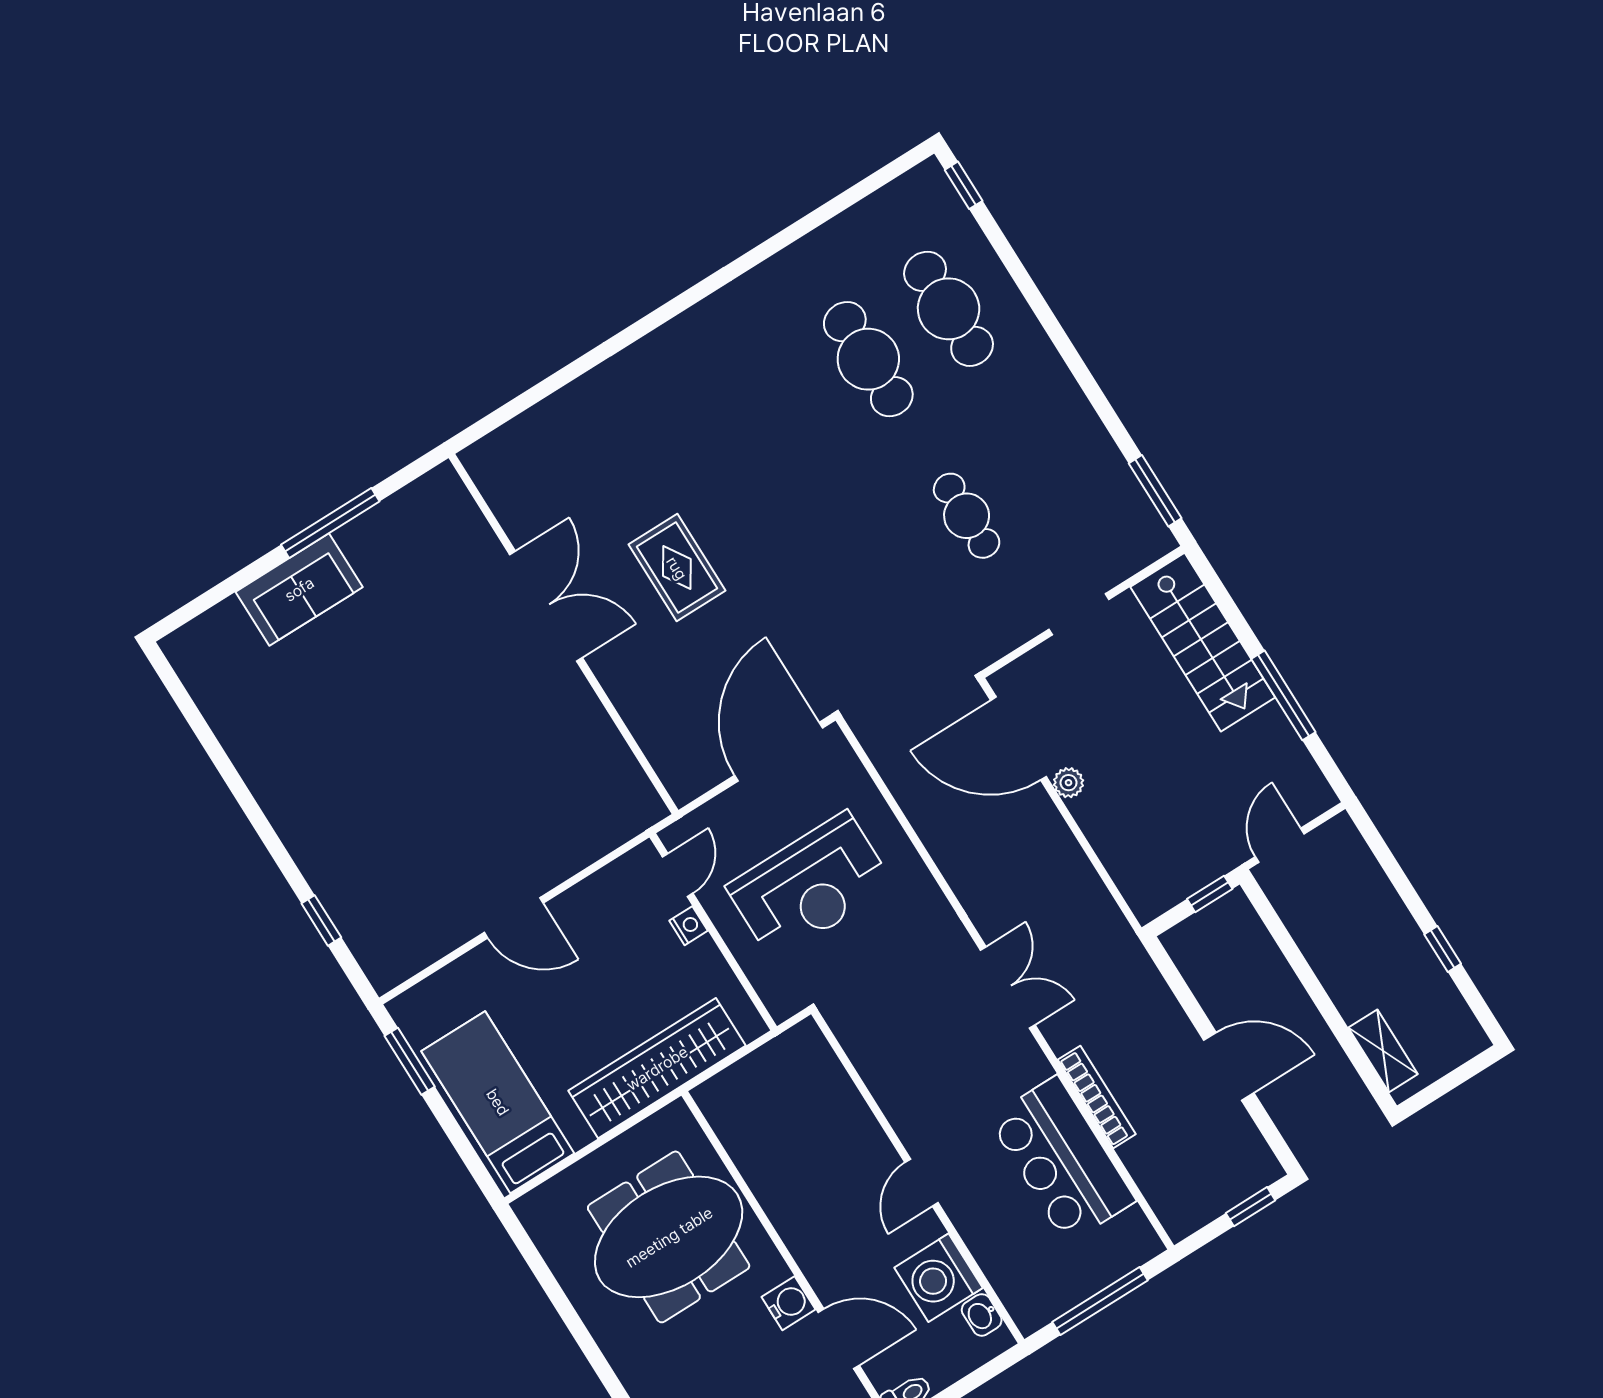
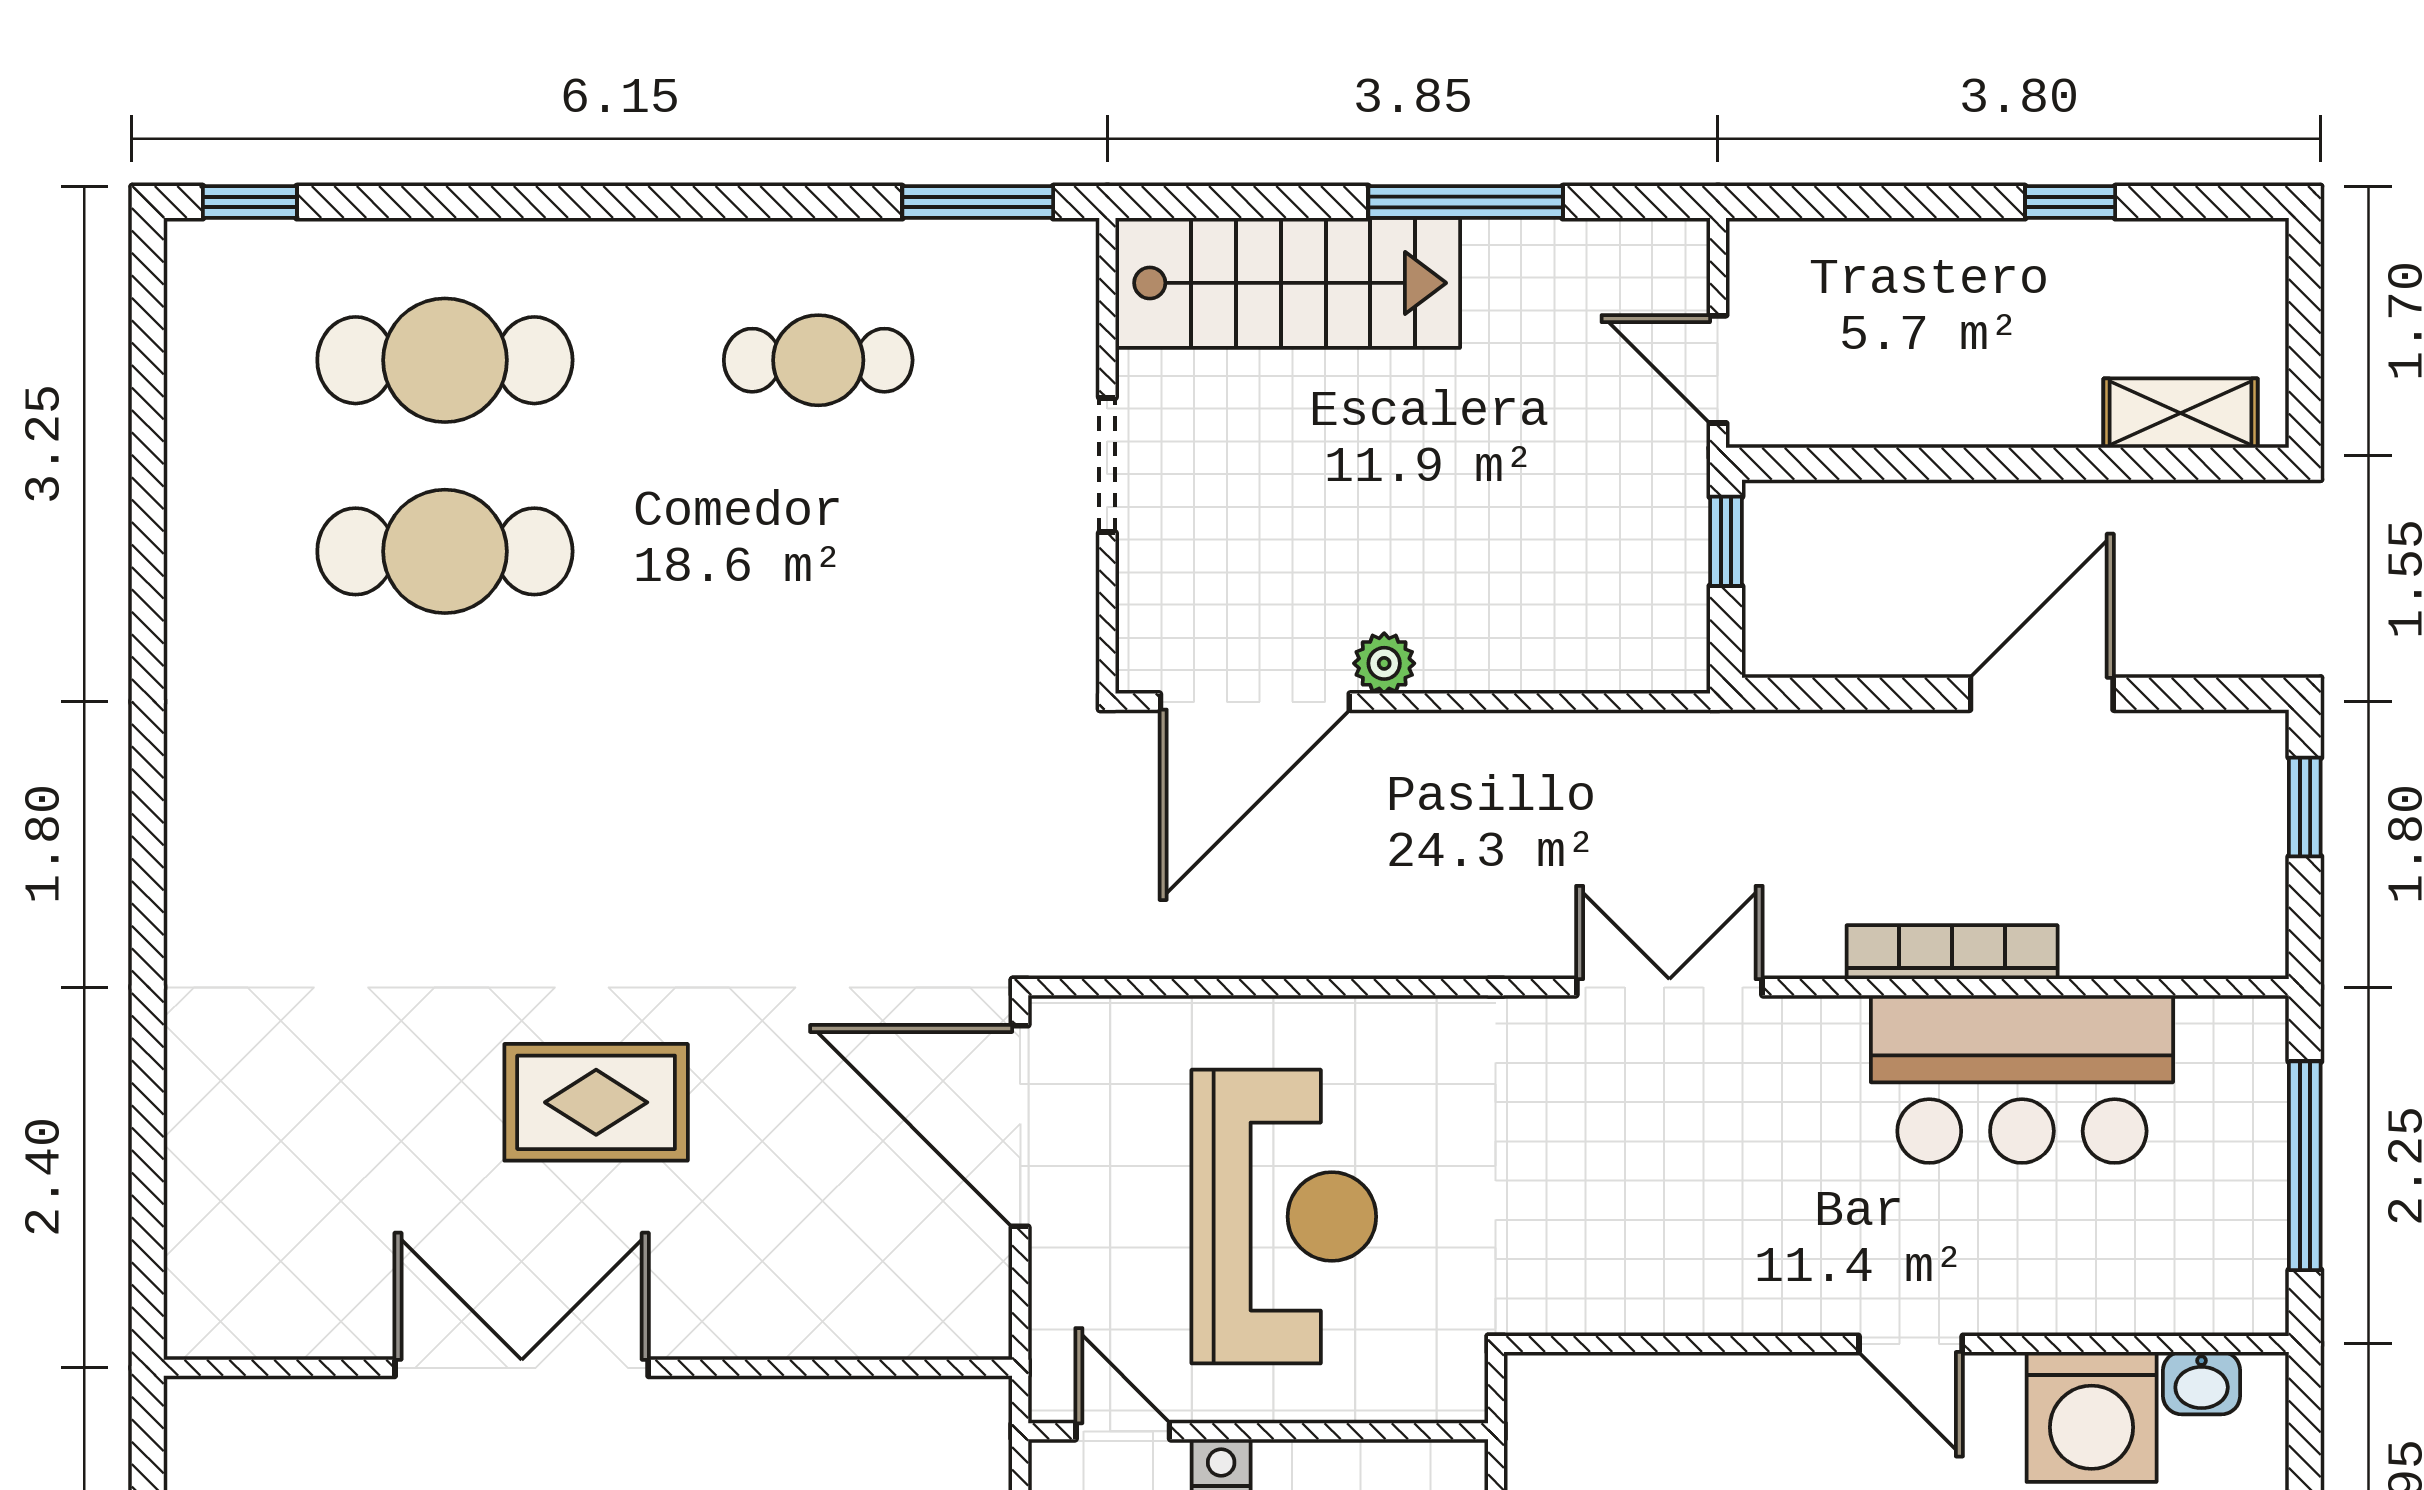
cafe table: (967, 516) -> (818, 360), moved

